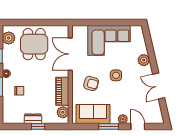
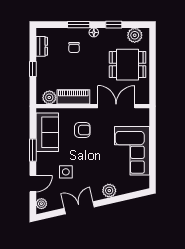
side table: (116, 75) -> (66, 172), moved
armchair: (91, 83) -> (82, 130), turned -105
dresser: (33, 119) -> (42, 46), moved
plant: (123, 119) -> (41, 204), moved

